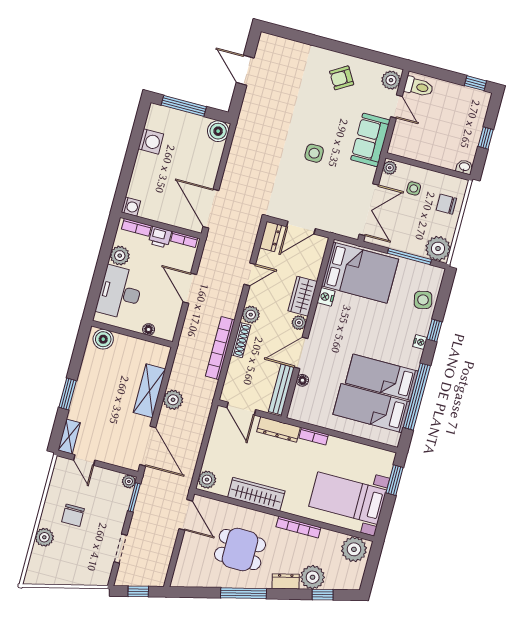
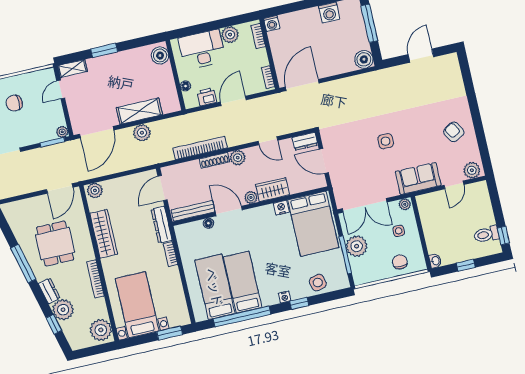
toilet: (419, 87) -> (486, 234), moved, turned 90
printer: (160, 237) -> (207, 97), moved, turned 90
plant: (438, 248) -> (357, 246), moved

